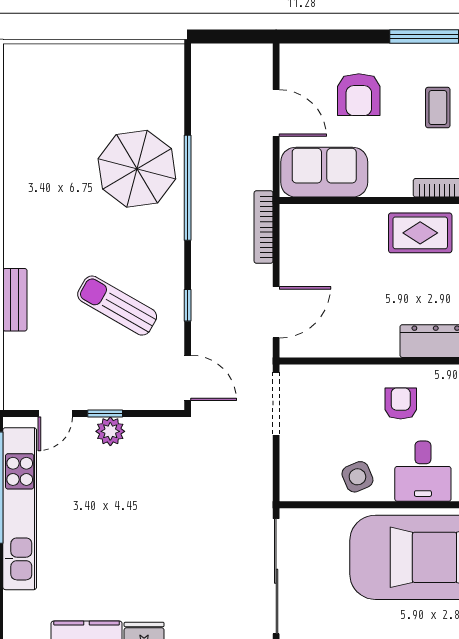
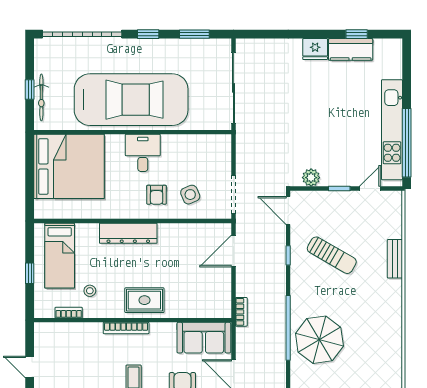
bookcase: (263, 227) -> (241, 312), width x0.64
plant: (110, 431) -> (311, 178), moved
side table: (357, 477) -> (190, 195), moved

